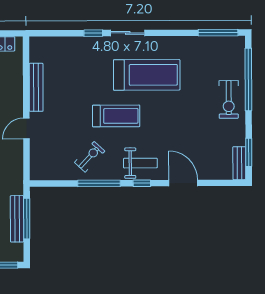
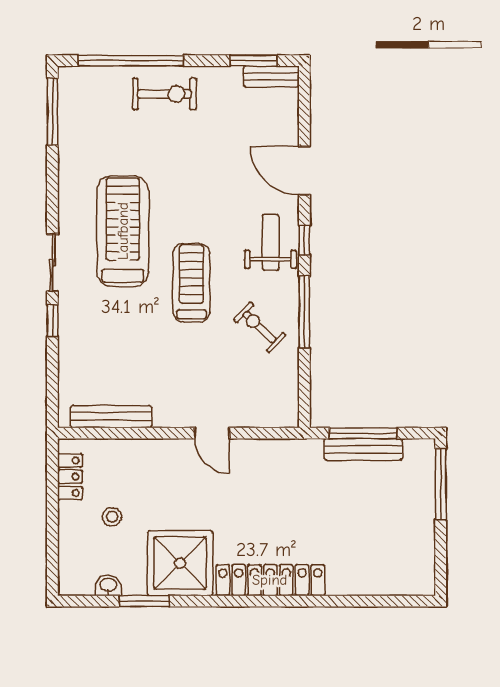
bench: (36, 87) -> (111, 417), moved
door: (183, 183) -> (304, 171), hinge flipped

